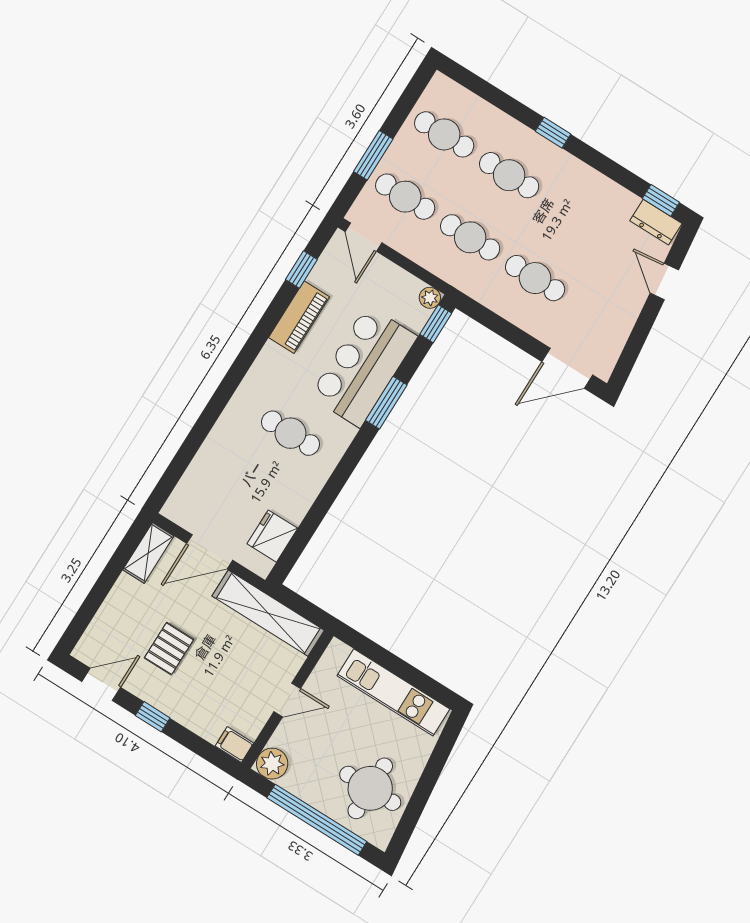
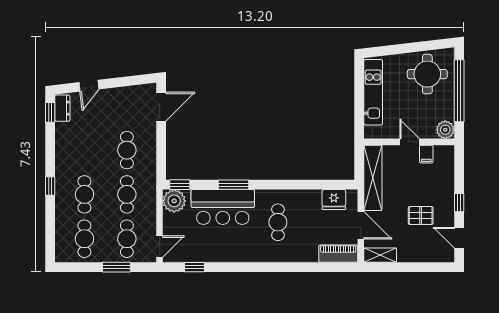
plant: (430, 298) -> (174, 201), width x1.87, depth x1.87
piano: (299, 317) -> (338, 254), moved
door: (567, 368) -> (161, 107), hinge flipped
filing cabinet: (234, 745) -> (426, 154), moved

